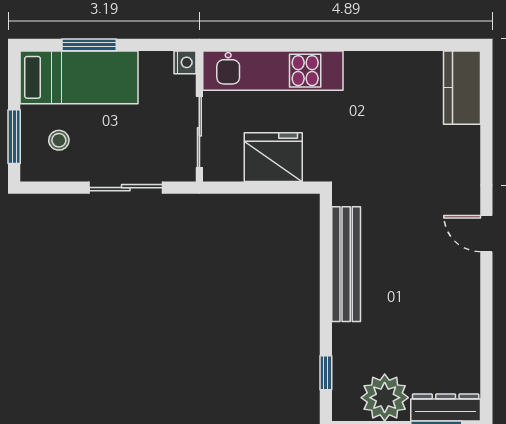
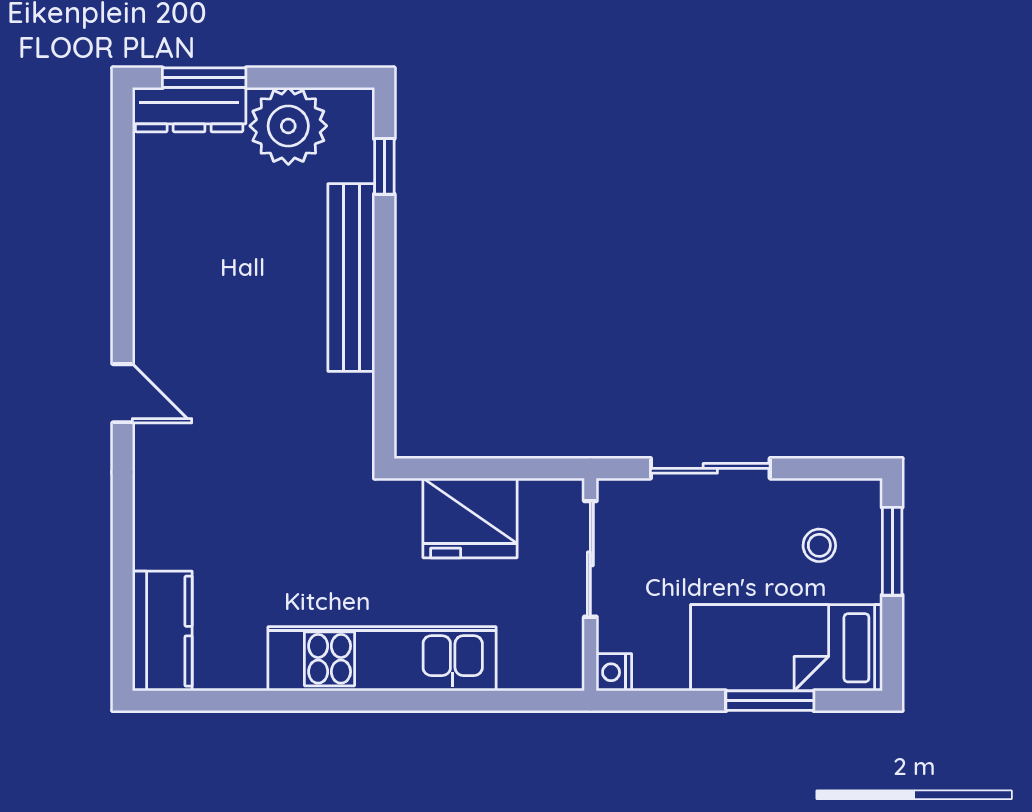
kitchen unit: (273, 71) -> (382, 659), moved
bench: (346, 264) -> (351, 278), moved

